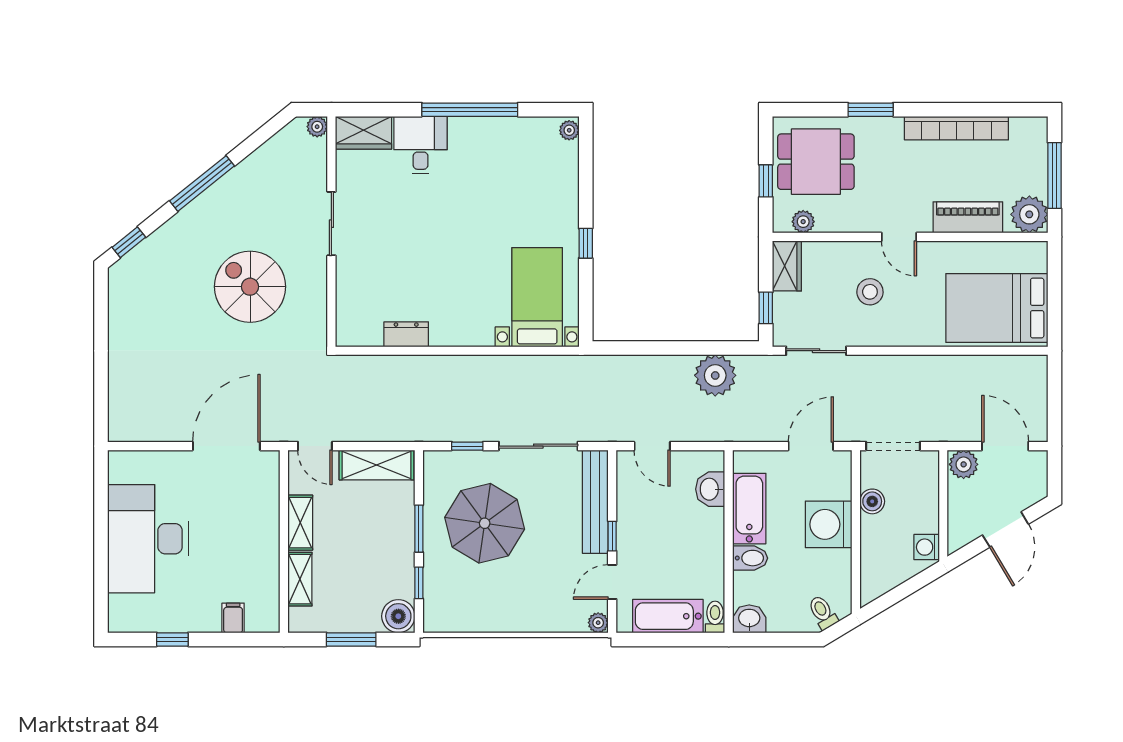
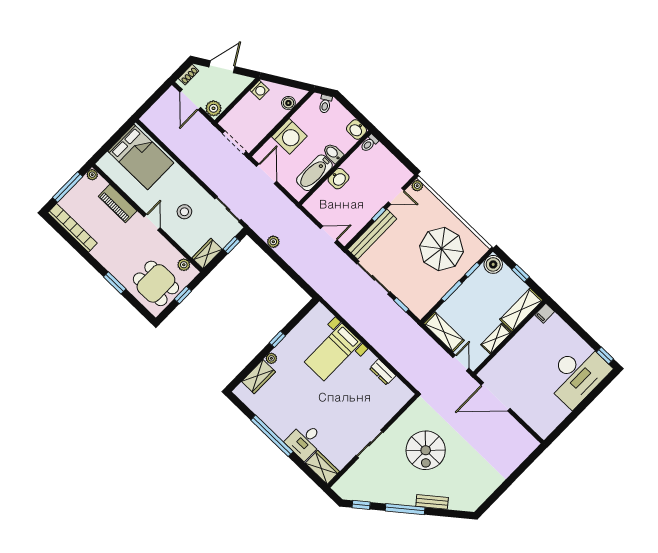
plant: (317, 127) -> (338, 487), removed
bookcase: (956, 128) -> (73, 228), moved
plant: (569, 130) -> (271, 358), moved
wardrobe: (563, 170) -> (259, 377), added
plant: (1029, 214) -> (92, 175), width x0.53, depth x0.53
bench: (176, 227) -> (432, 502), added
window: (129, 242) -> (361, 505), moved
bed with nightstands: (537, 297) -> (333, 352), moved
plant: (715, 375) -> (273, 242), width x0.53, depth x0.53
door: (652, 446) -> (329, 234), hinge flipped
door: (811, 446) -> (266, 174), swing flipped
shoe rack: (1039, 477) -> (189, 75), added
washbasin: (710, 489) -> (339, 179), moved
boiler: (872, 501) -> (288, 103), moved
parasol: (485, 523) -> (441, 249), moved
desk: (148, 539) -> (577, 375), moved
shelving: (300, 579) -> (521, 310), width x1.50, depth x1.33
bathtub: (668, 616) -> (387, 162), removed
filing cabinet: (233, 618) -> (545, 313), moved
window: (172, 639) -> (605, 356), moved
window: (351, 639) -> (521, 273), width x0.67

